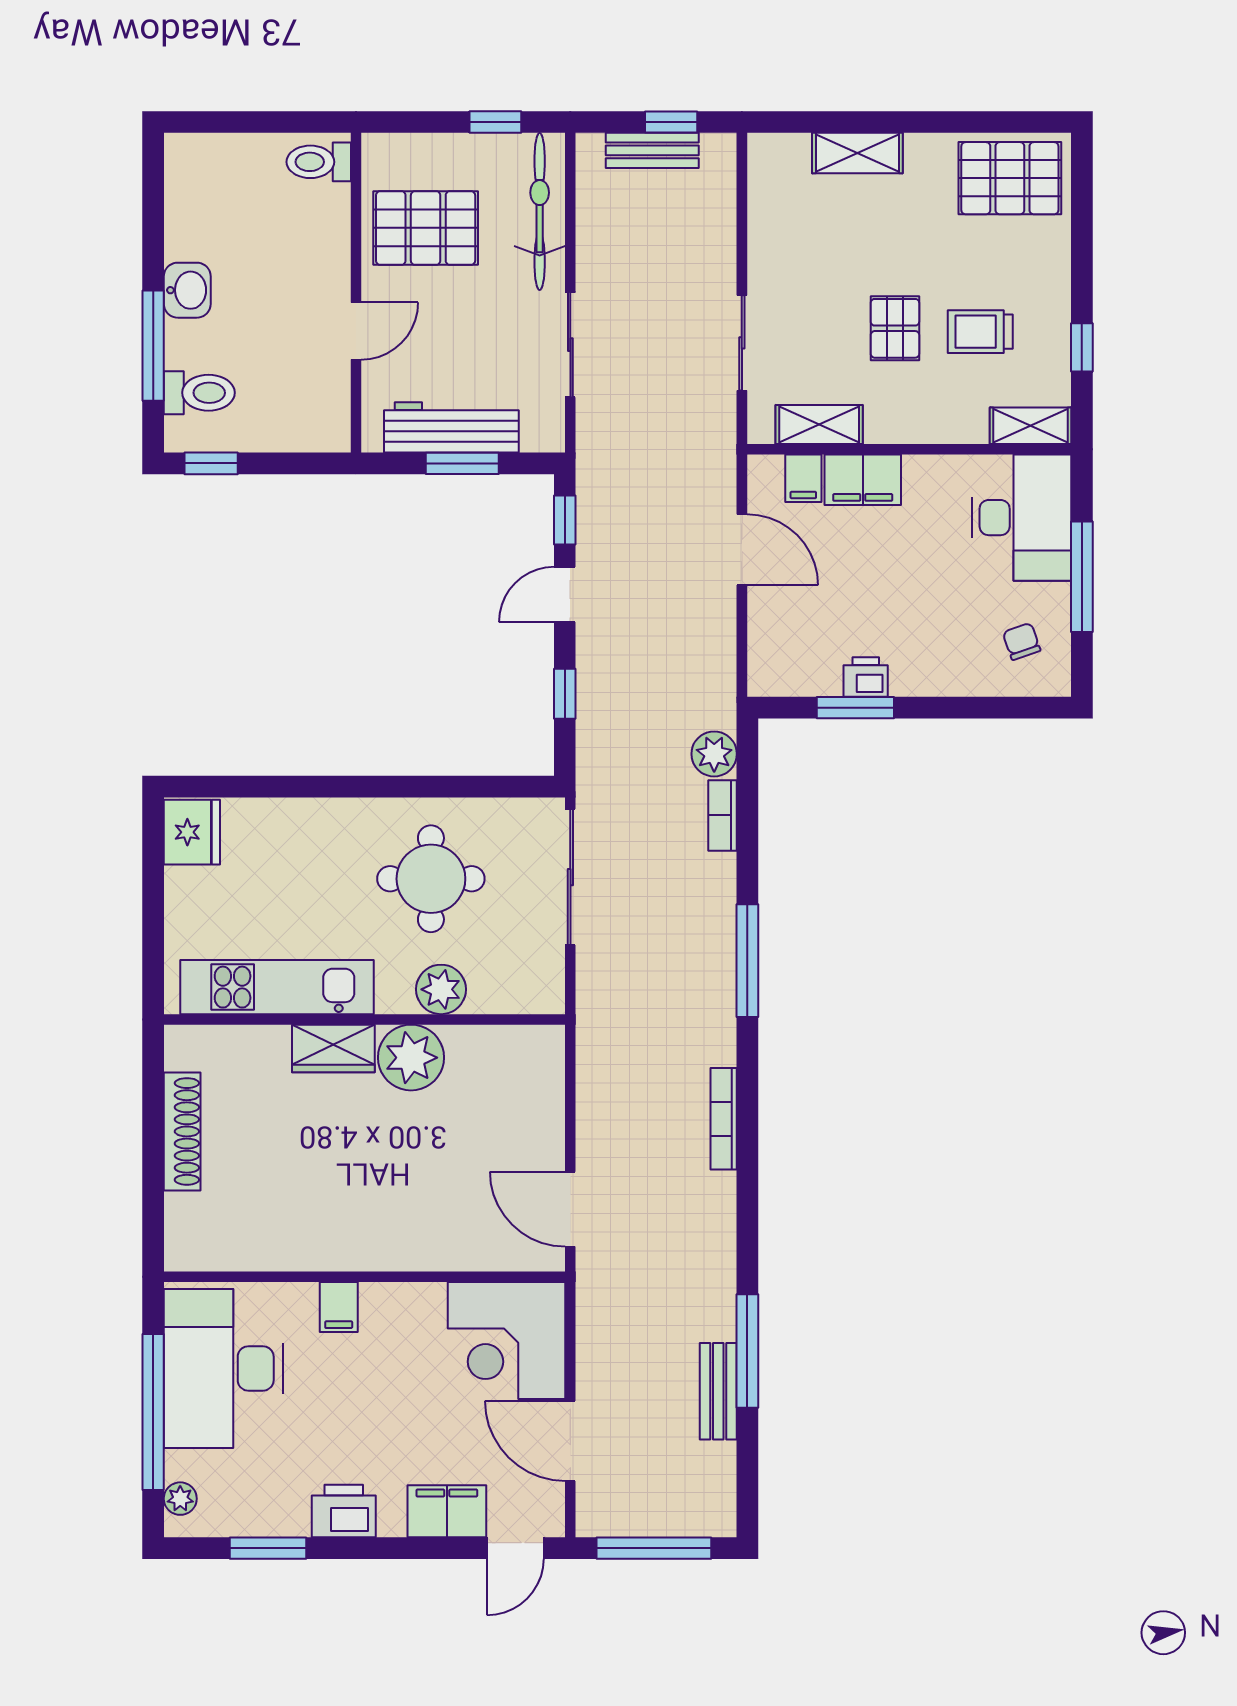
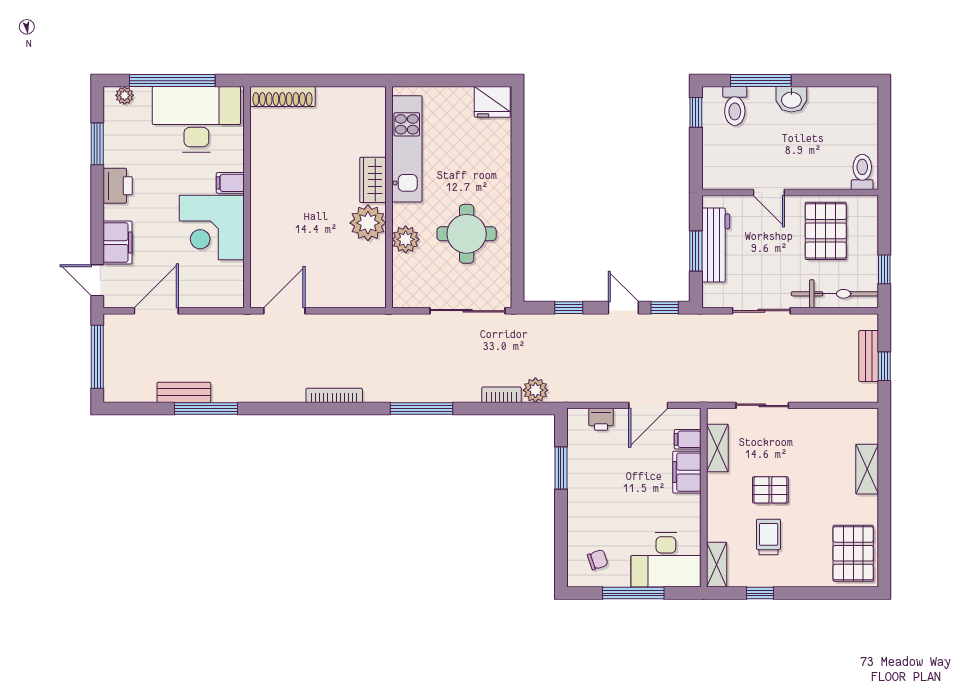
printer: (866, 677) -> (601, 419), moved, turned 90
shoe rack: (182, 1131) -> (282, 96), moved
corner desk: (507, 1340) -> (212, 228), moved, turned -90

